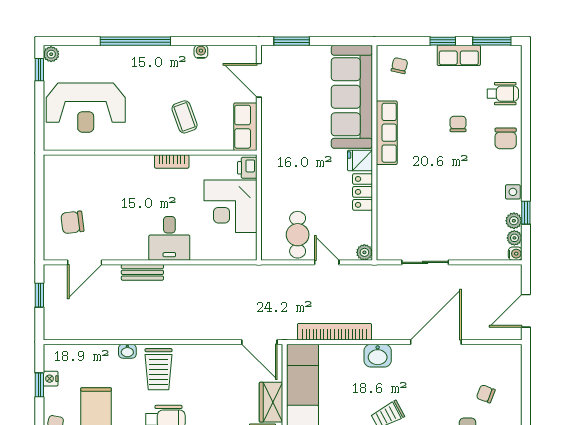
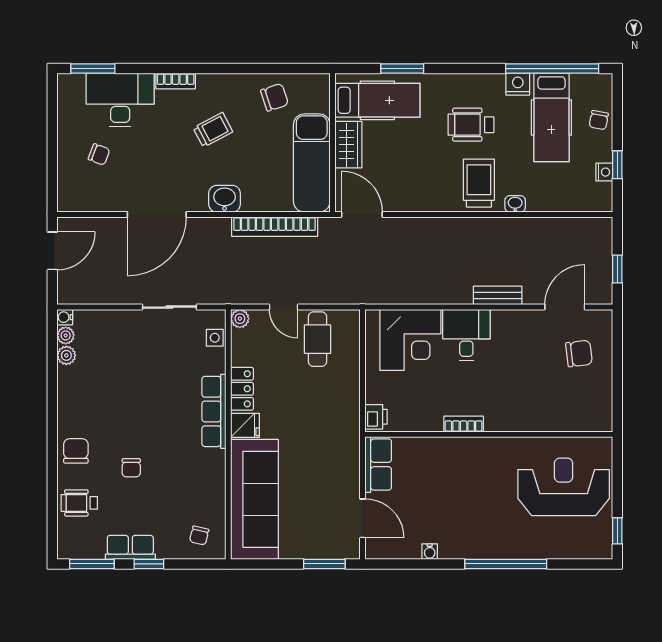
plant: (51, 54) -> (604, 549), removed
coffee table: (185, 117) -> (449, 476), removed
row of seats: (387, 133) -> (214, 411), moved
side table: (513, 192) -> (215, 338), moved
corner desk: (230, 206) -> (410, 340), moved, turned 90
window: (526, 213) -> (52, 365), removed

